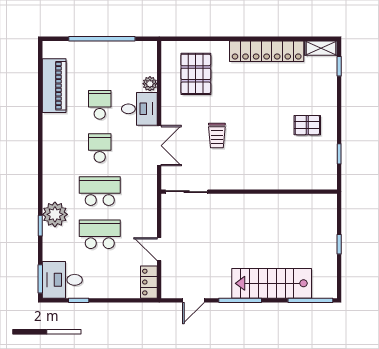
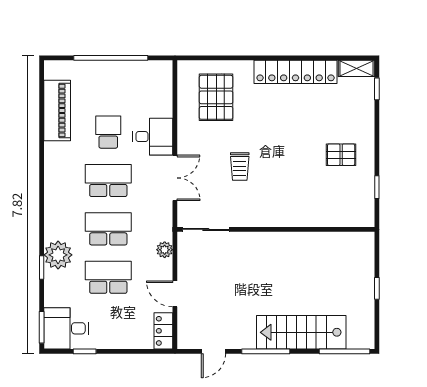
plant: (150, 84) -> (165, 250), moved
school desk: (100, 148) -> (108, 180), width x1.85

